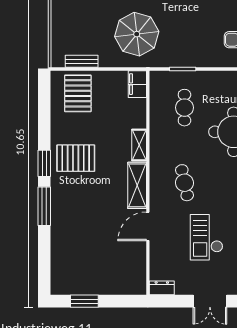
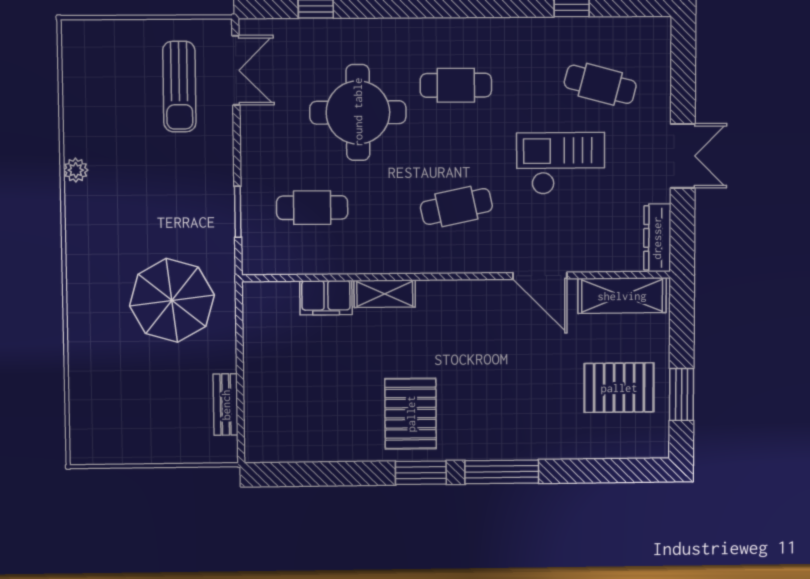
filing cabinet: (137, 84) -> (326, 298), moved
pallet: (78, 93) -> (619, 388), moved
shelving: (137, 185) -> (622, 296), moved
checkout: (207, 237) -> (561, 163), turned 180
dresser: (162, 288) -> (657, 238), width x1.44

